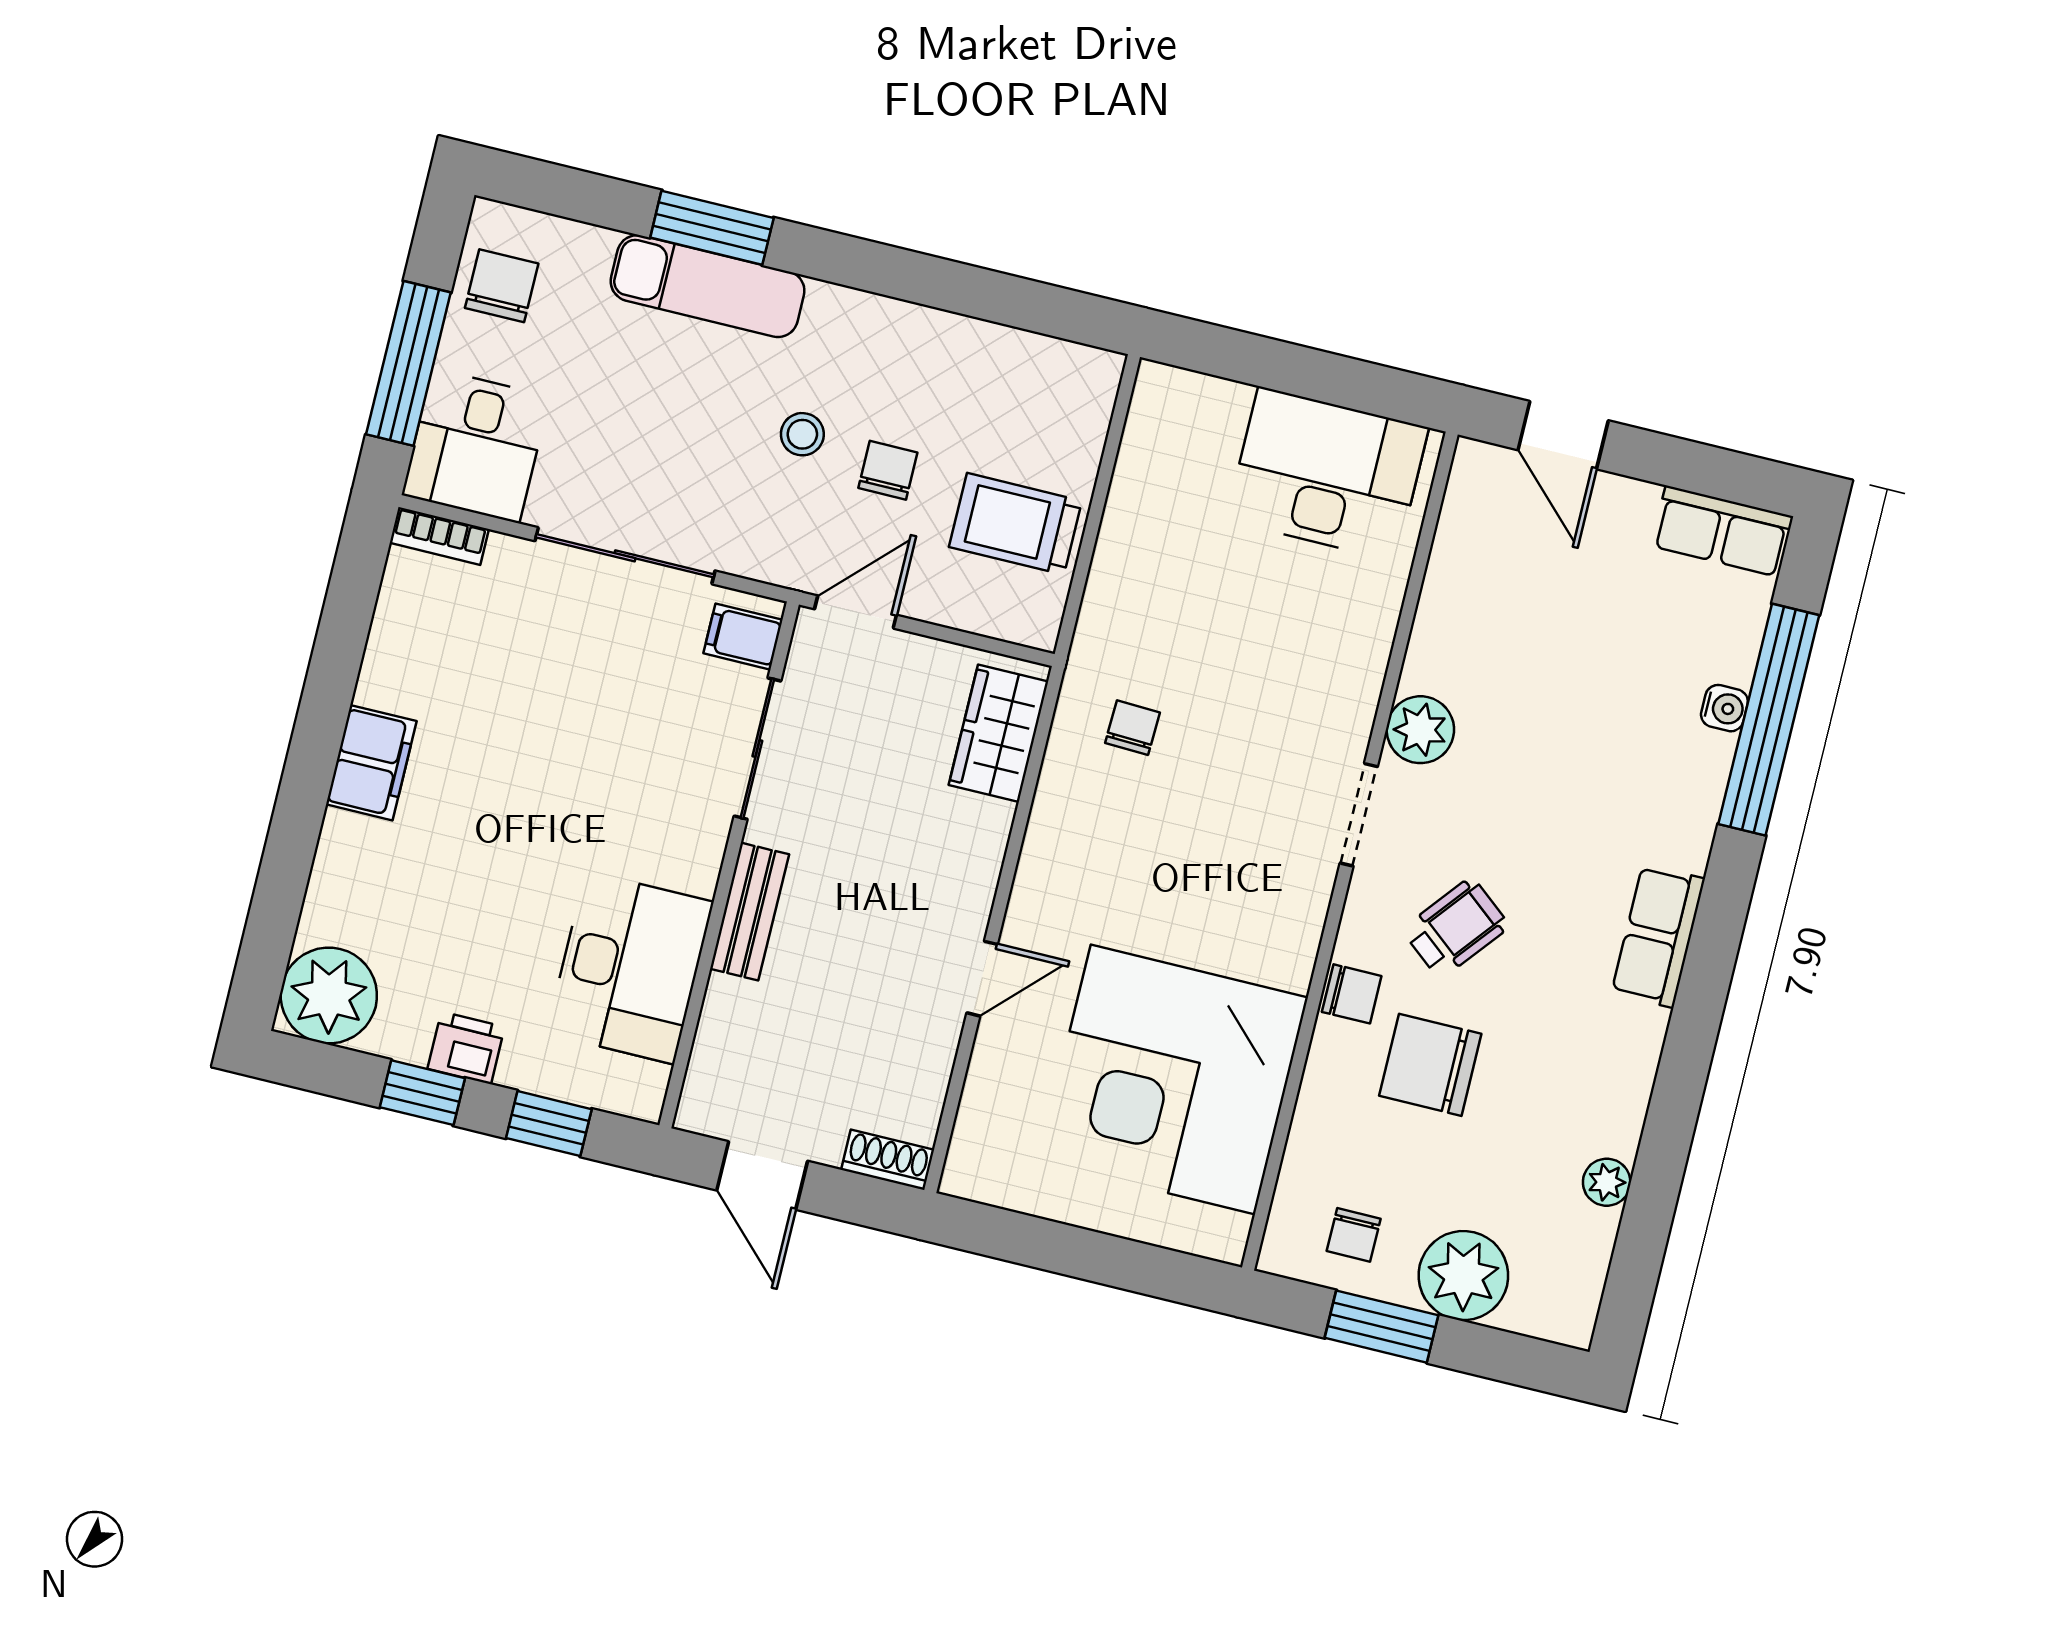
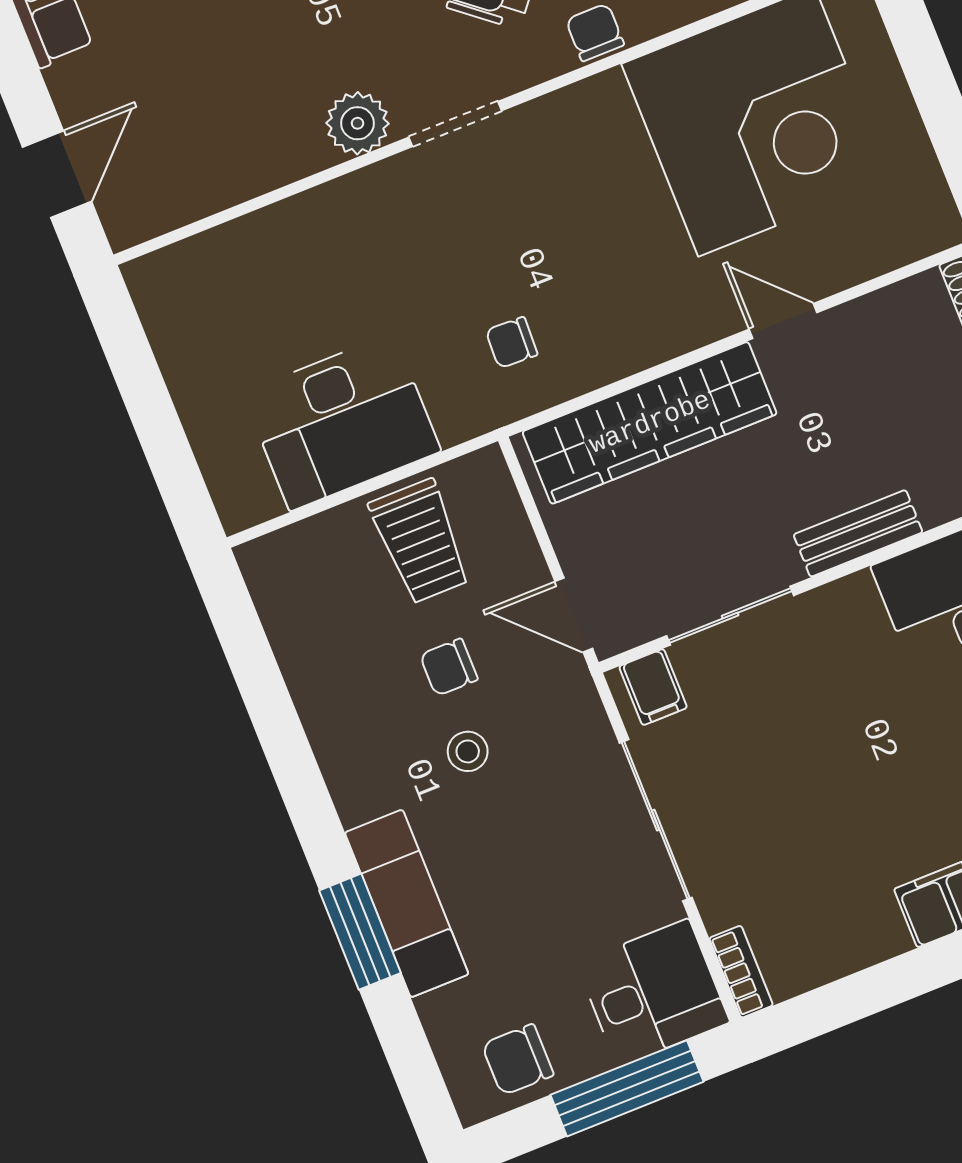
desk: (1327, 474) -> (342, 422), moved, turned -90
wardrobe: (998, 733) -> (650, 423), width x2.10, depth x1.17

